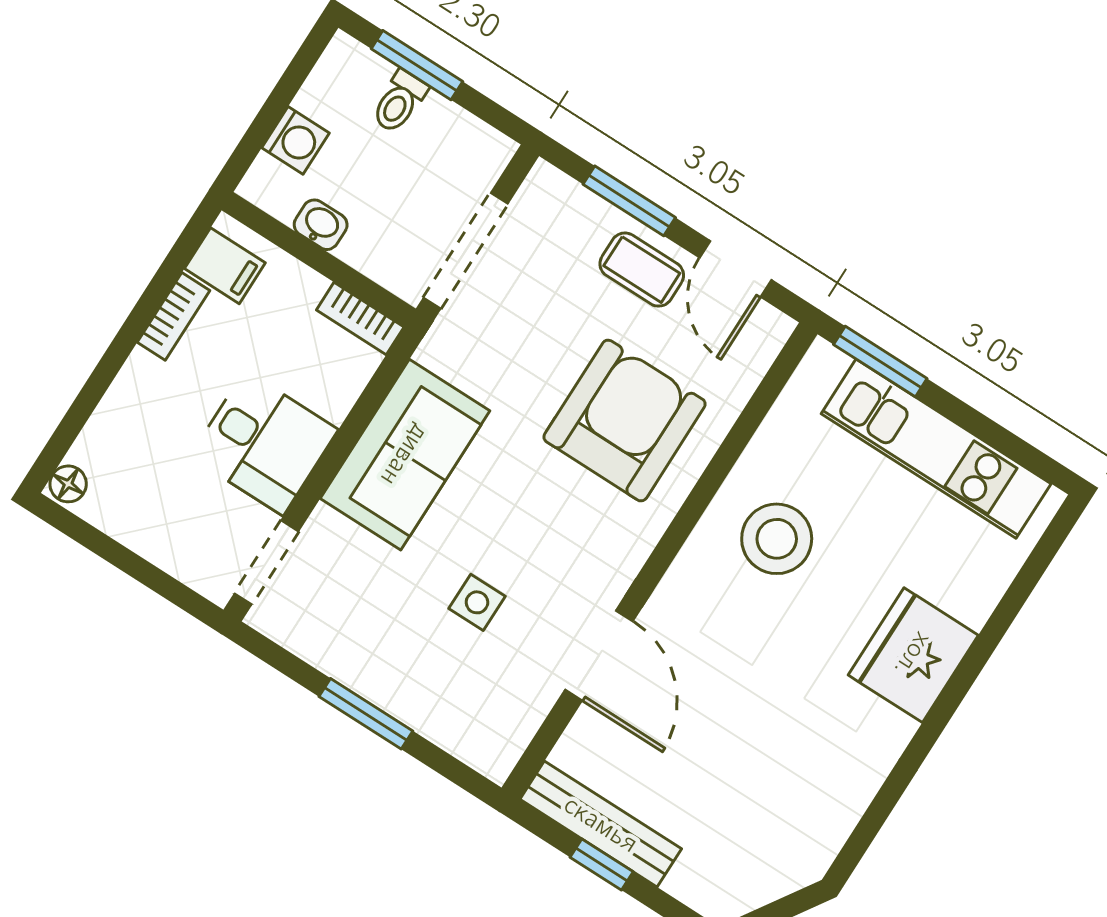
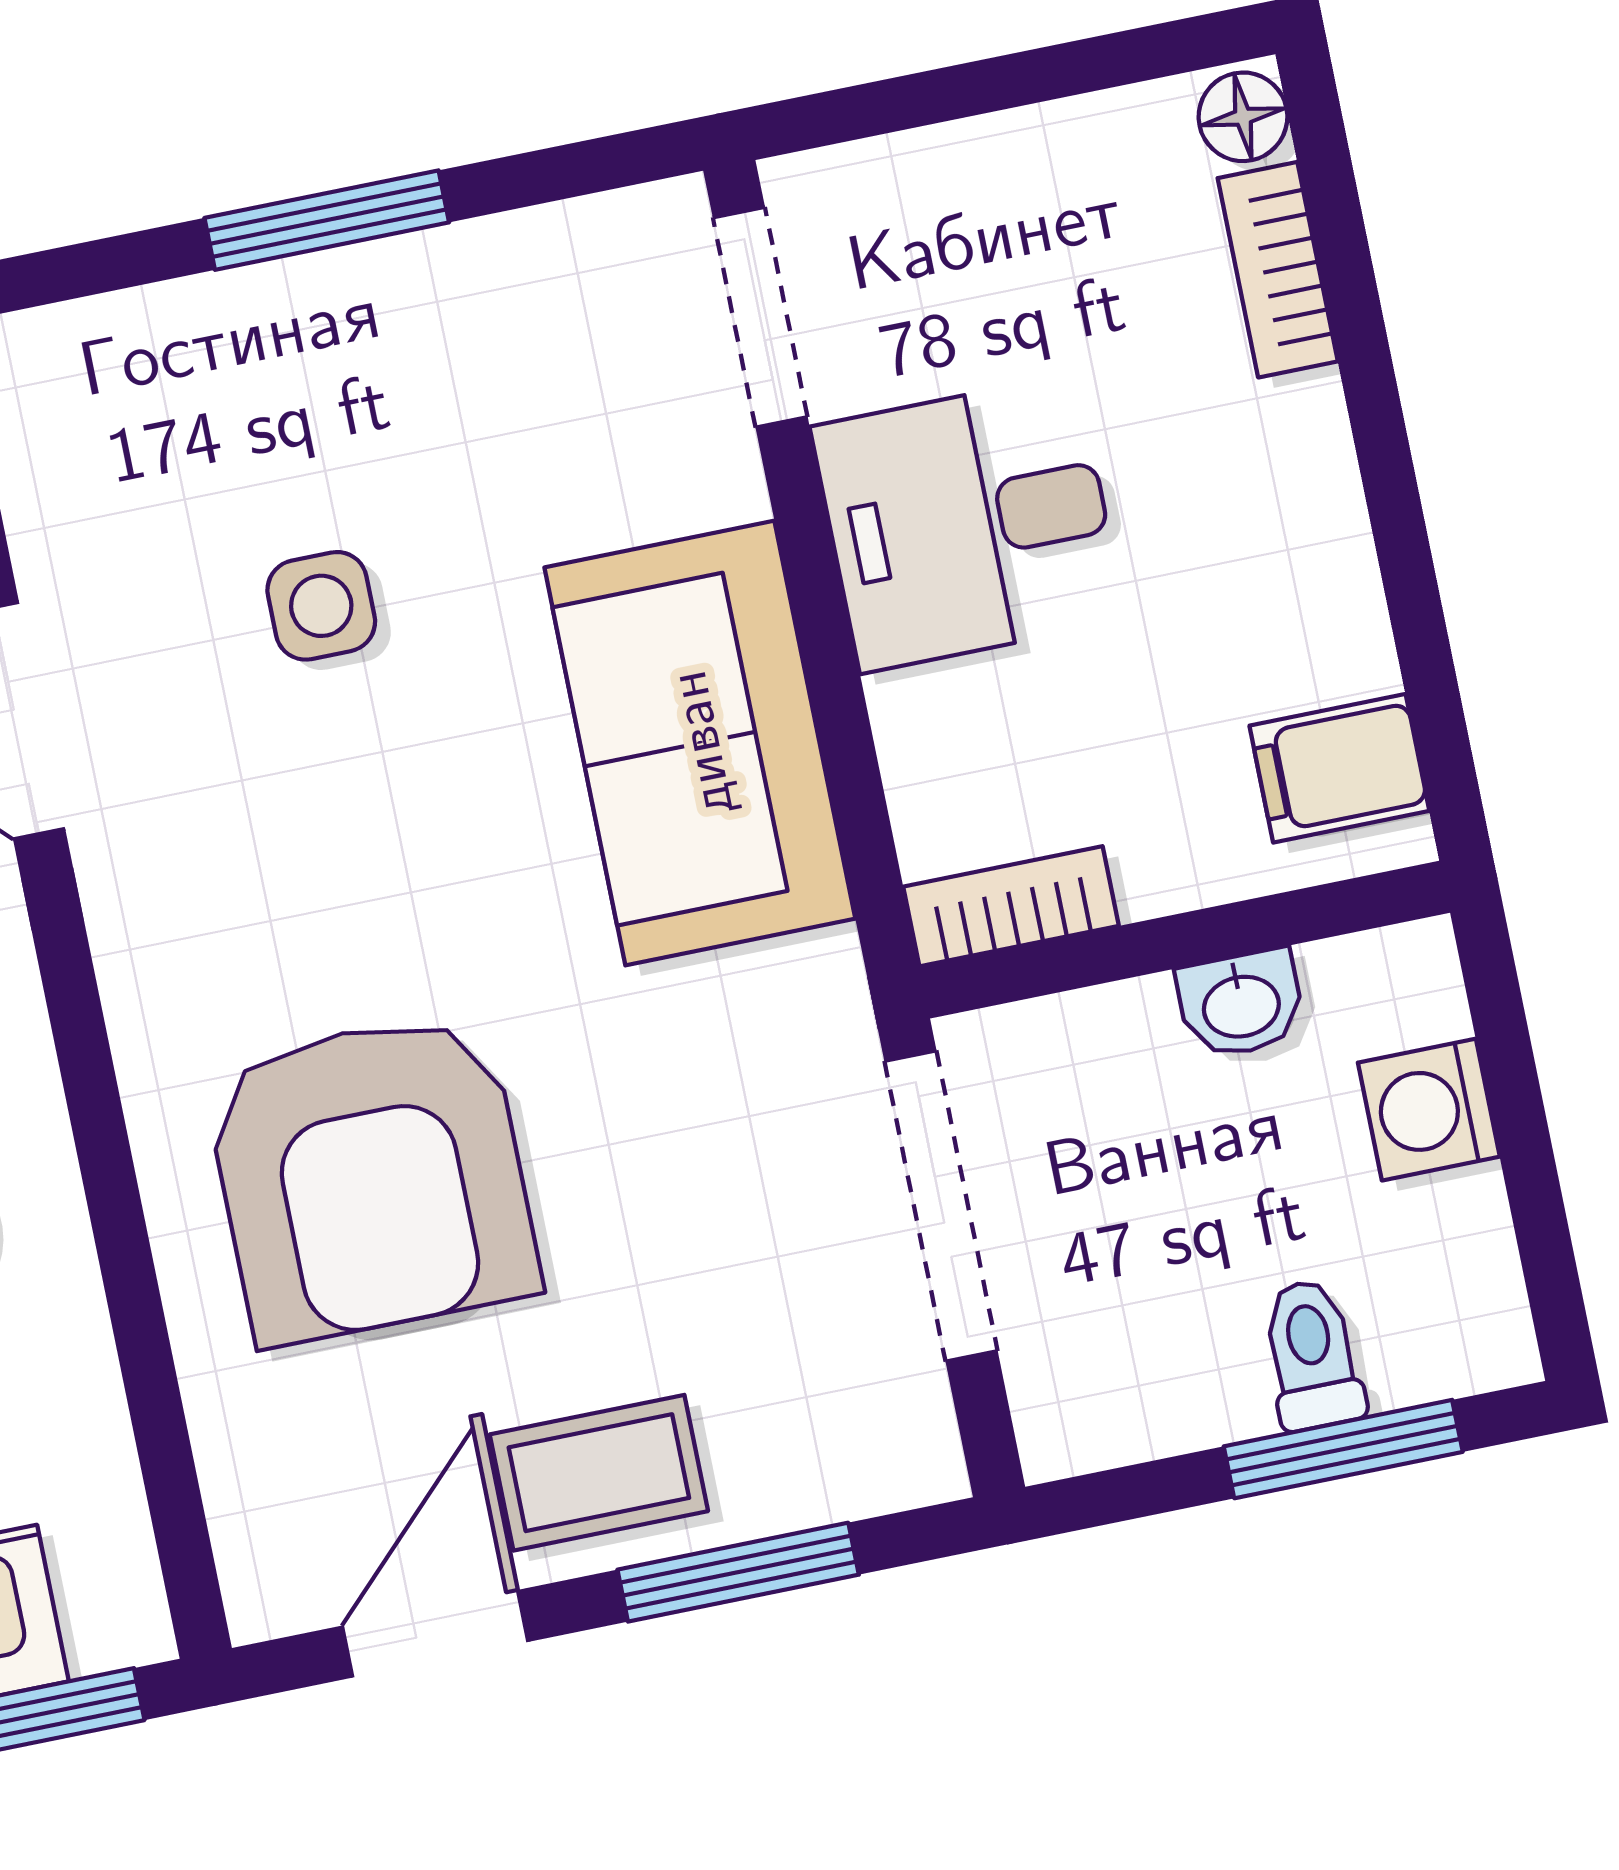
door: (735, 269) -> (435, 1634), hinge flipped
bookcase: (174, 316) -> (1278, 270), moved

